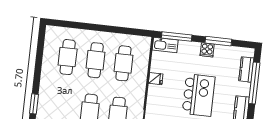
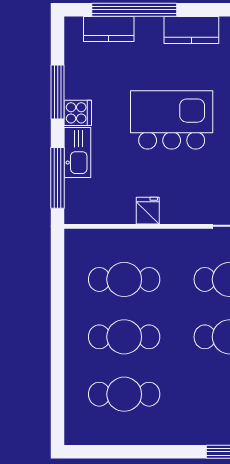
kitchen sink: (165, 45) -> (77, 153), moved

